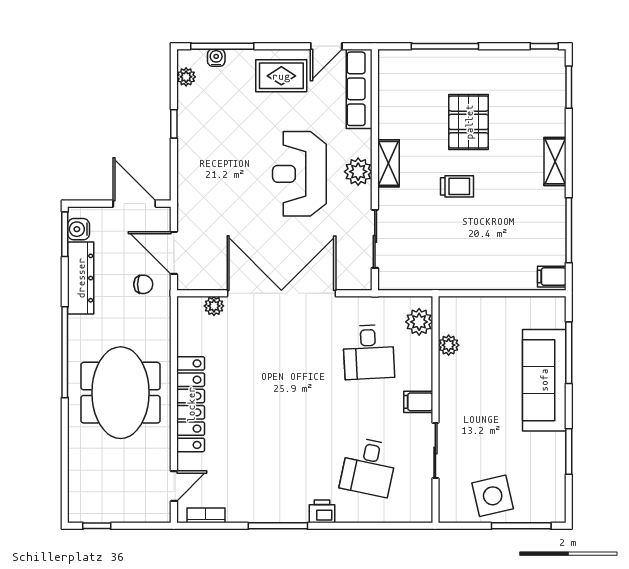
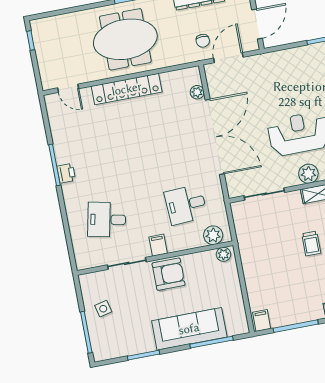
plant: (449, 345) -> (223, 254), moved
armchair: (462, 395) -> (169, 274), added
side table: (493, 496) -> (103, 309), width x0.54, depth x0.54
printer: (322, 511) -> (66, 173), moved
bookcase: (206, 515) -> (52, 114), removed

